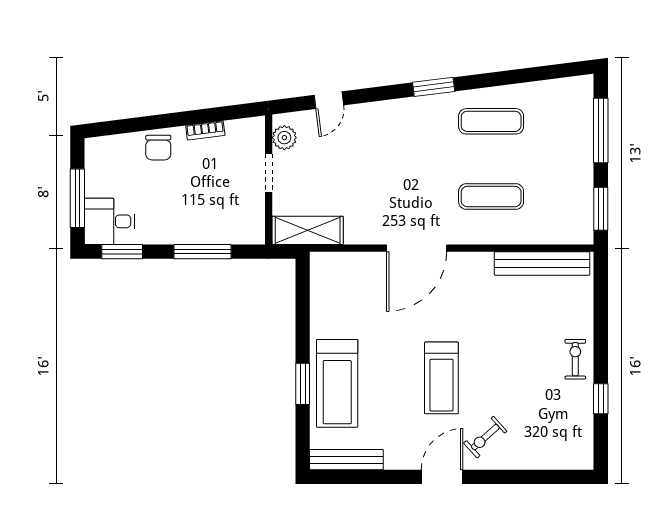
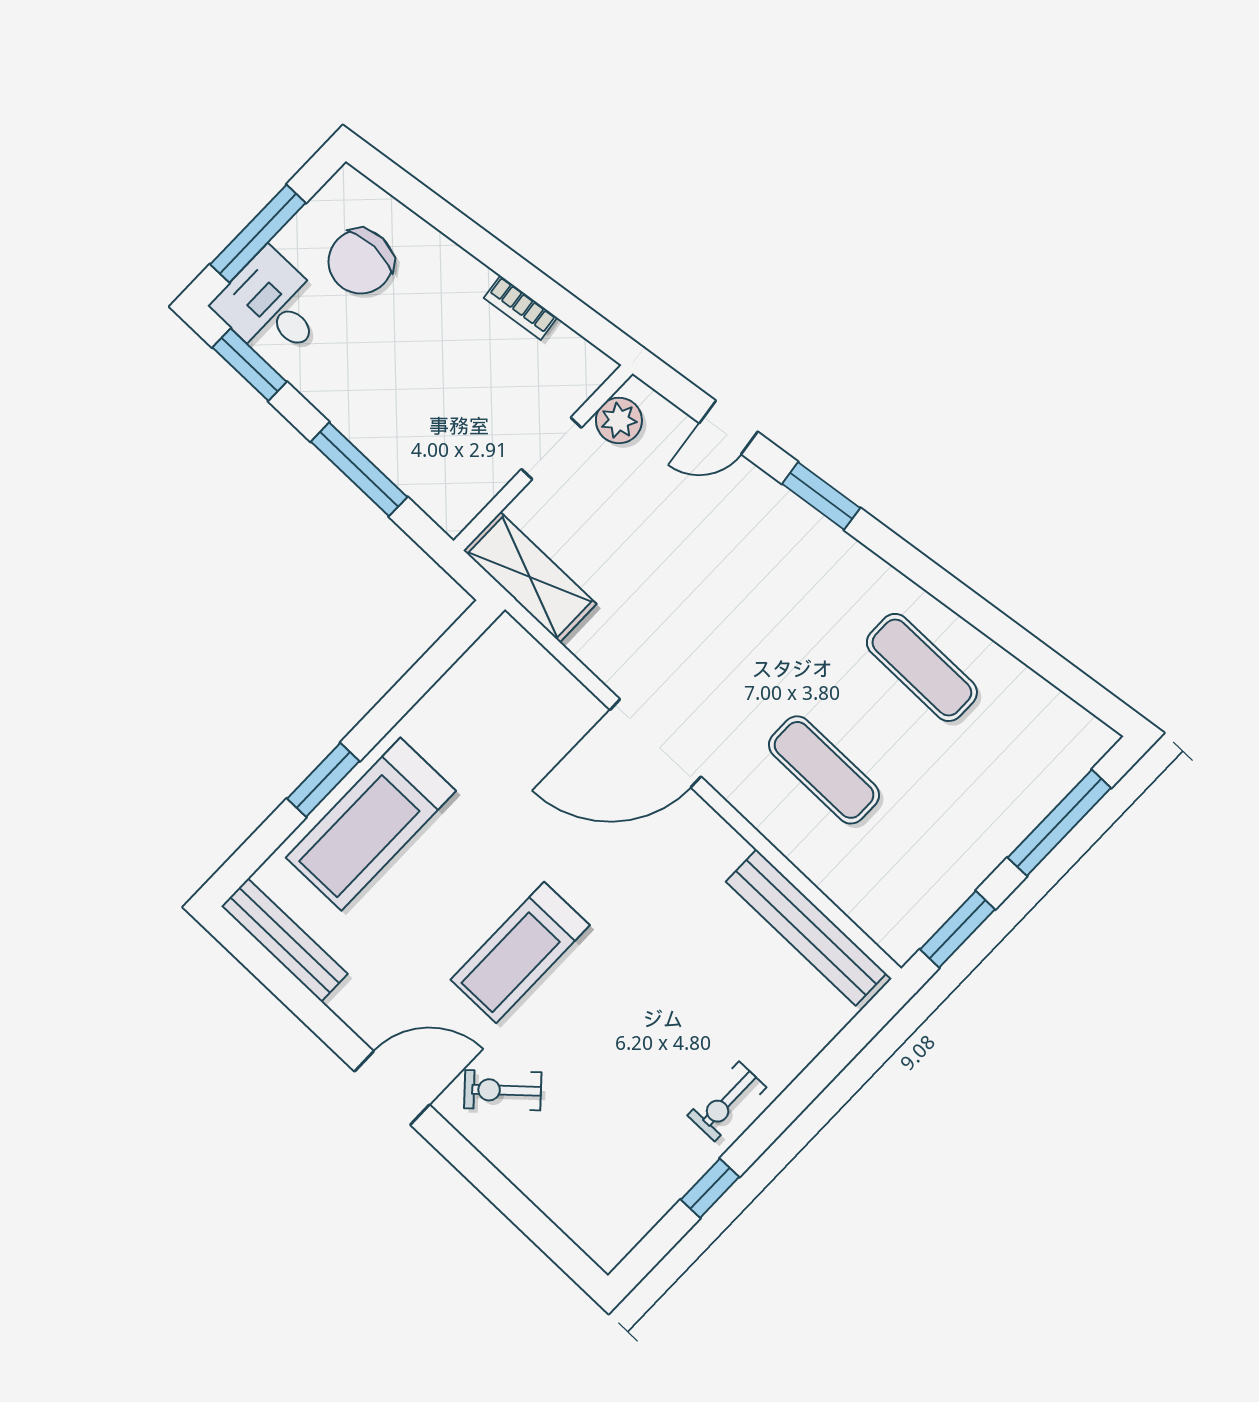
window: (434, 87) -> (821, 496), moved
chair: (158, 148) -> (361, 262), moved, width x1.37, depth x1.37
exercise bike: (575, 359) -> (727, 1101), turned 180

